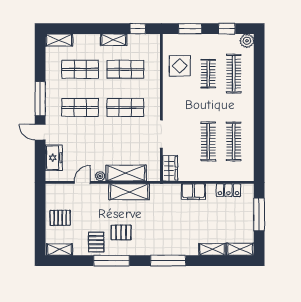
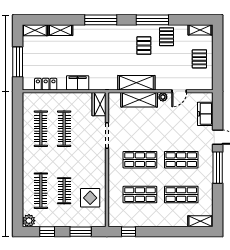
shelving: (114, 40) -> (151, 222), removed
pallet: (60, 218) -> (199, 59), turned 90
pallet: (121, 232) -> (144, 46), turned 90

